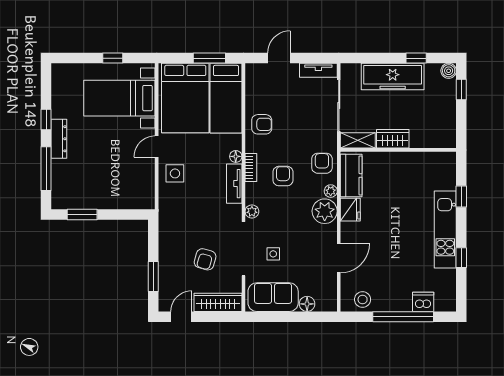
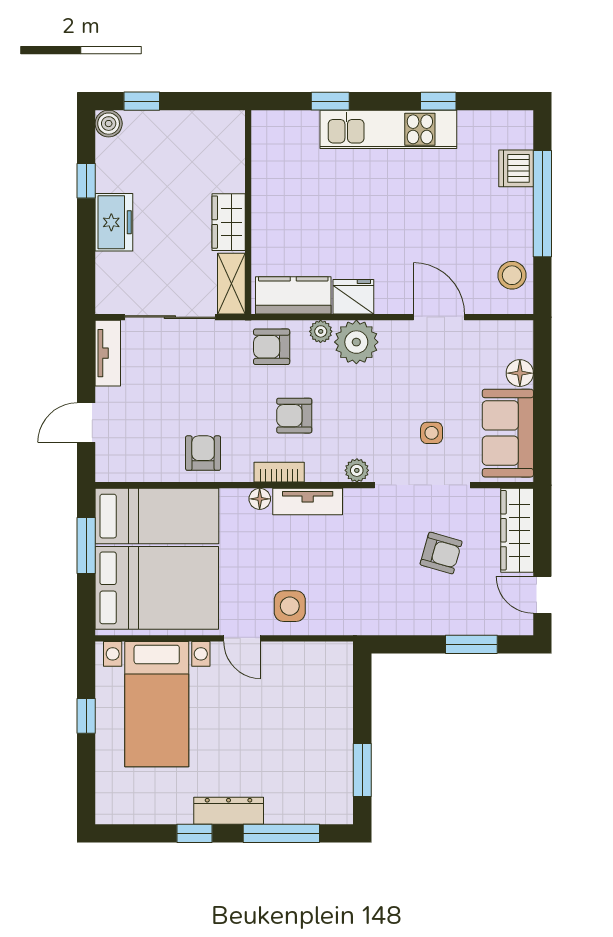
door: (279, 58) -> (86, 423), hinge flipped
freezer: (393, 77) -> (114, 222), width x0.52, depth x0.79

